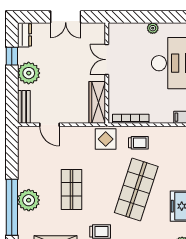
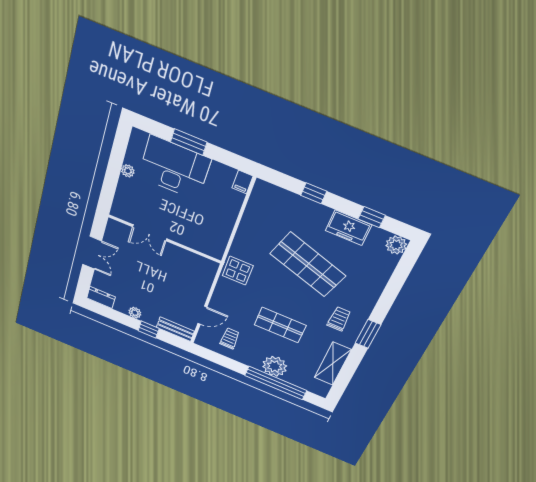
window: (12, 56) -> (149, 330), moved
plant: (29, 73) -> (135, 313), width x0.53, depth x0.53
wardrobe: (97, 102) -> (194, 262), removed
bookcase: (131, 119) -> (224, 237), removed
trolley: (138, 143) -> (230, 338), moved

